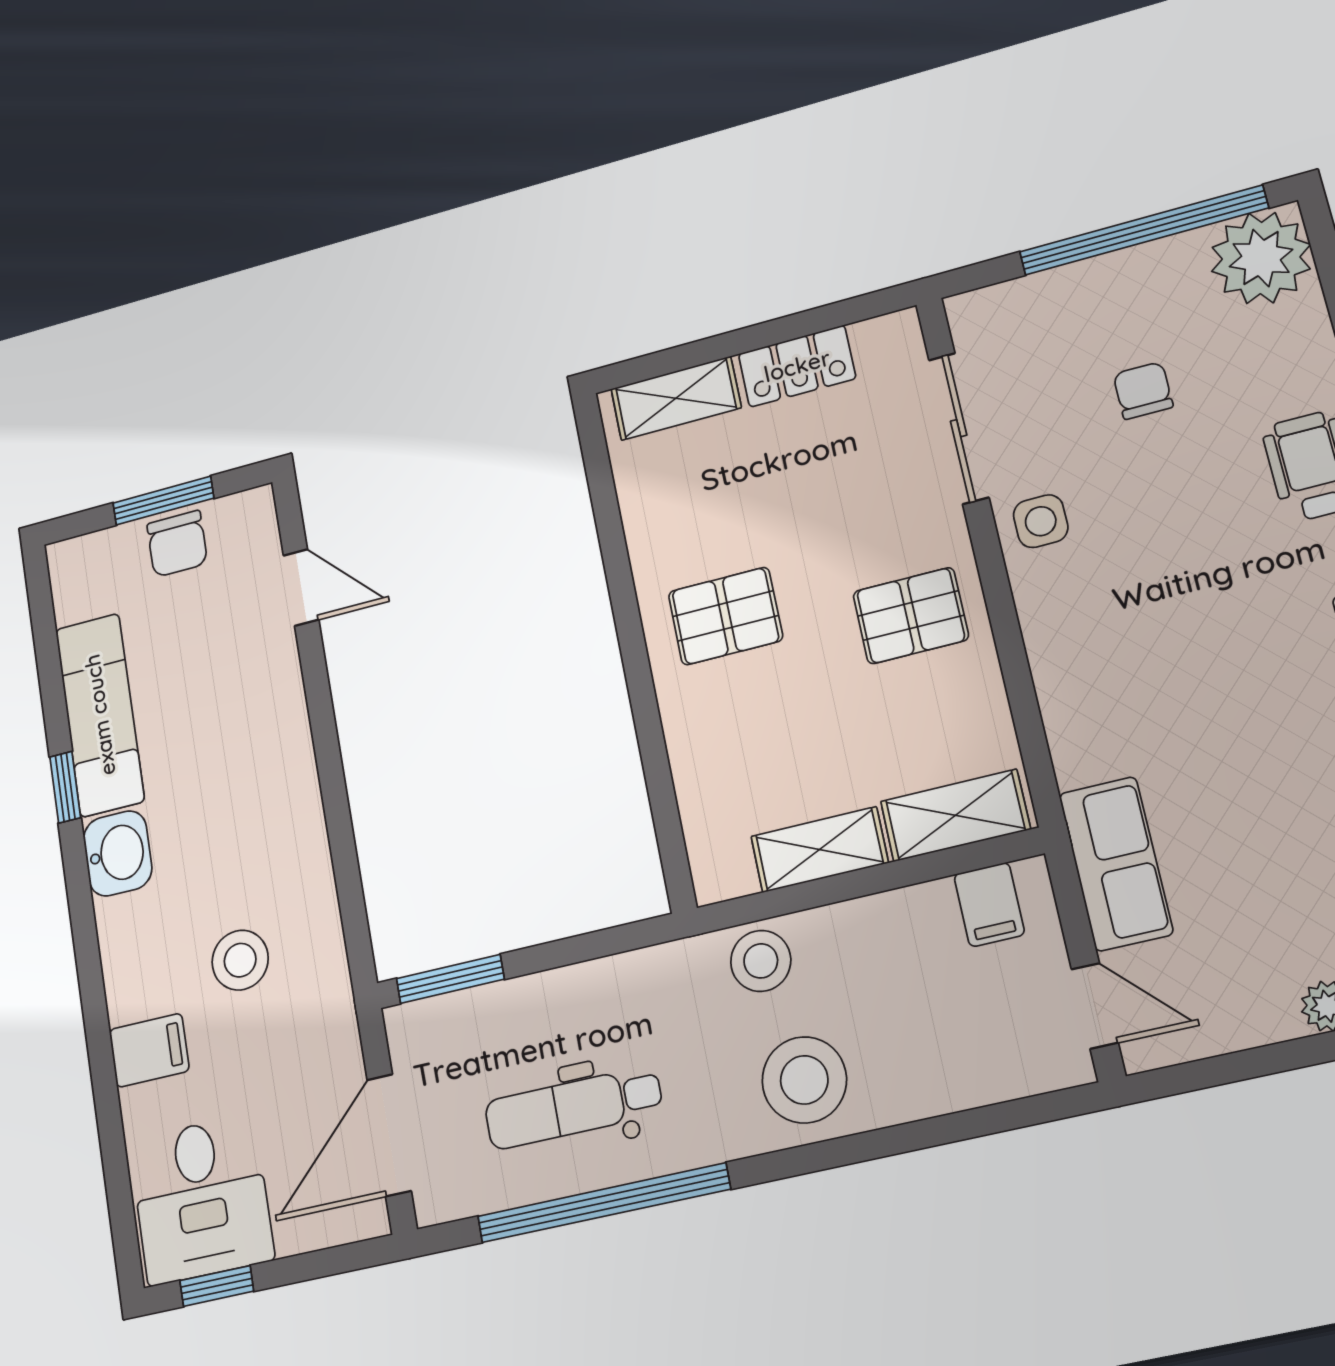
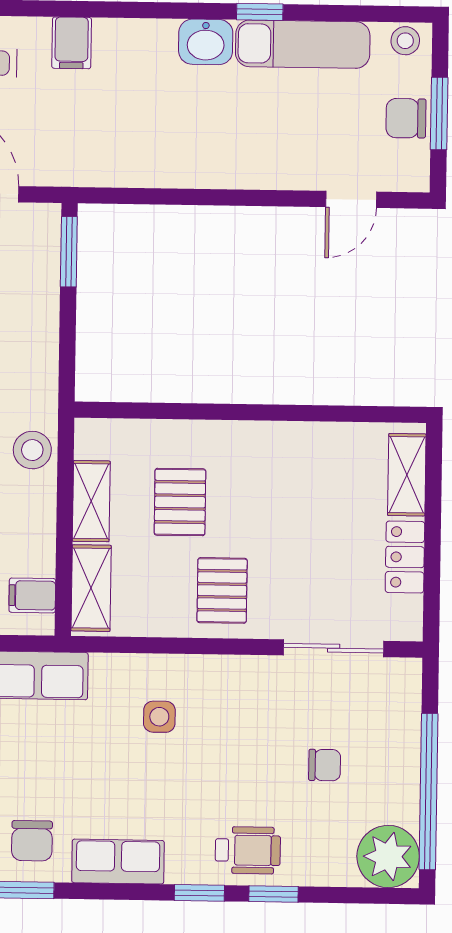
side table: (1041, 521) -> (159, 717), moved
pallet: (725, 616) -> (180, 502), moved
stool: (240, 960) -> (405, 41), moved, width x0.73, depth x0.73

